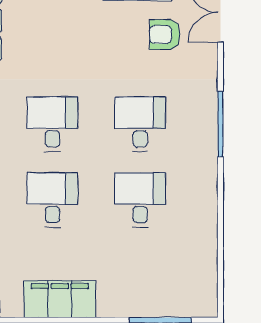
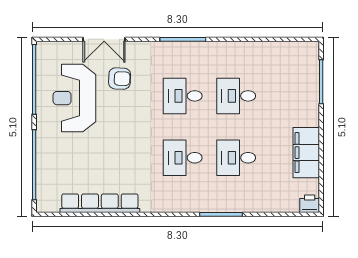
armchair: (165, 34) -> (120, 79), turned -88

